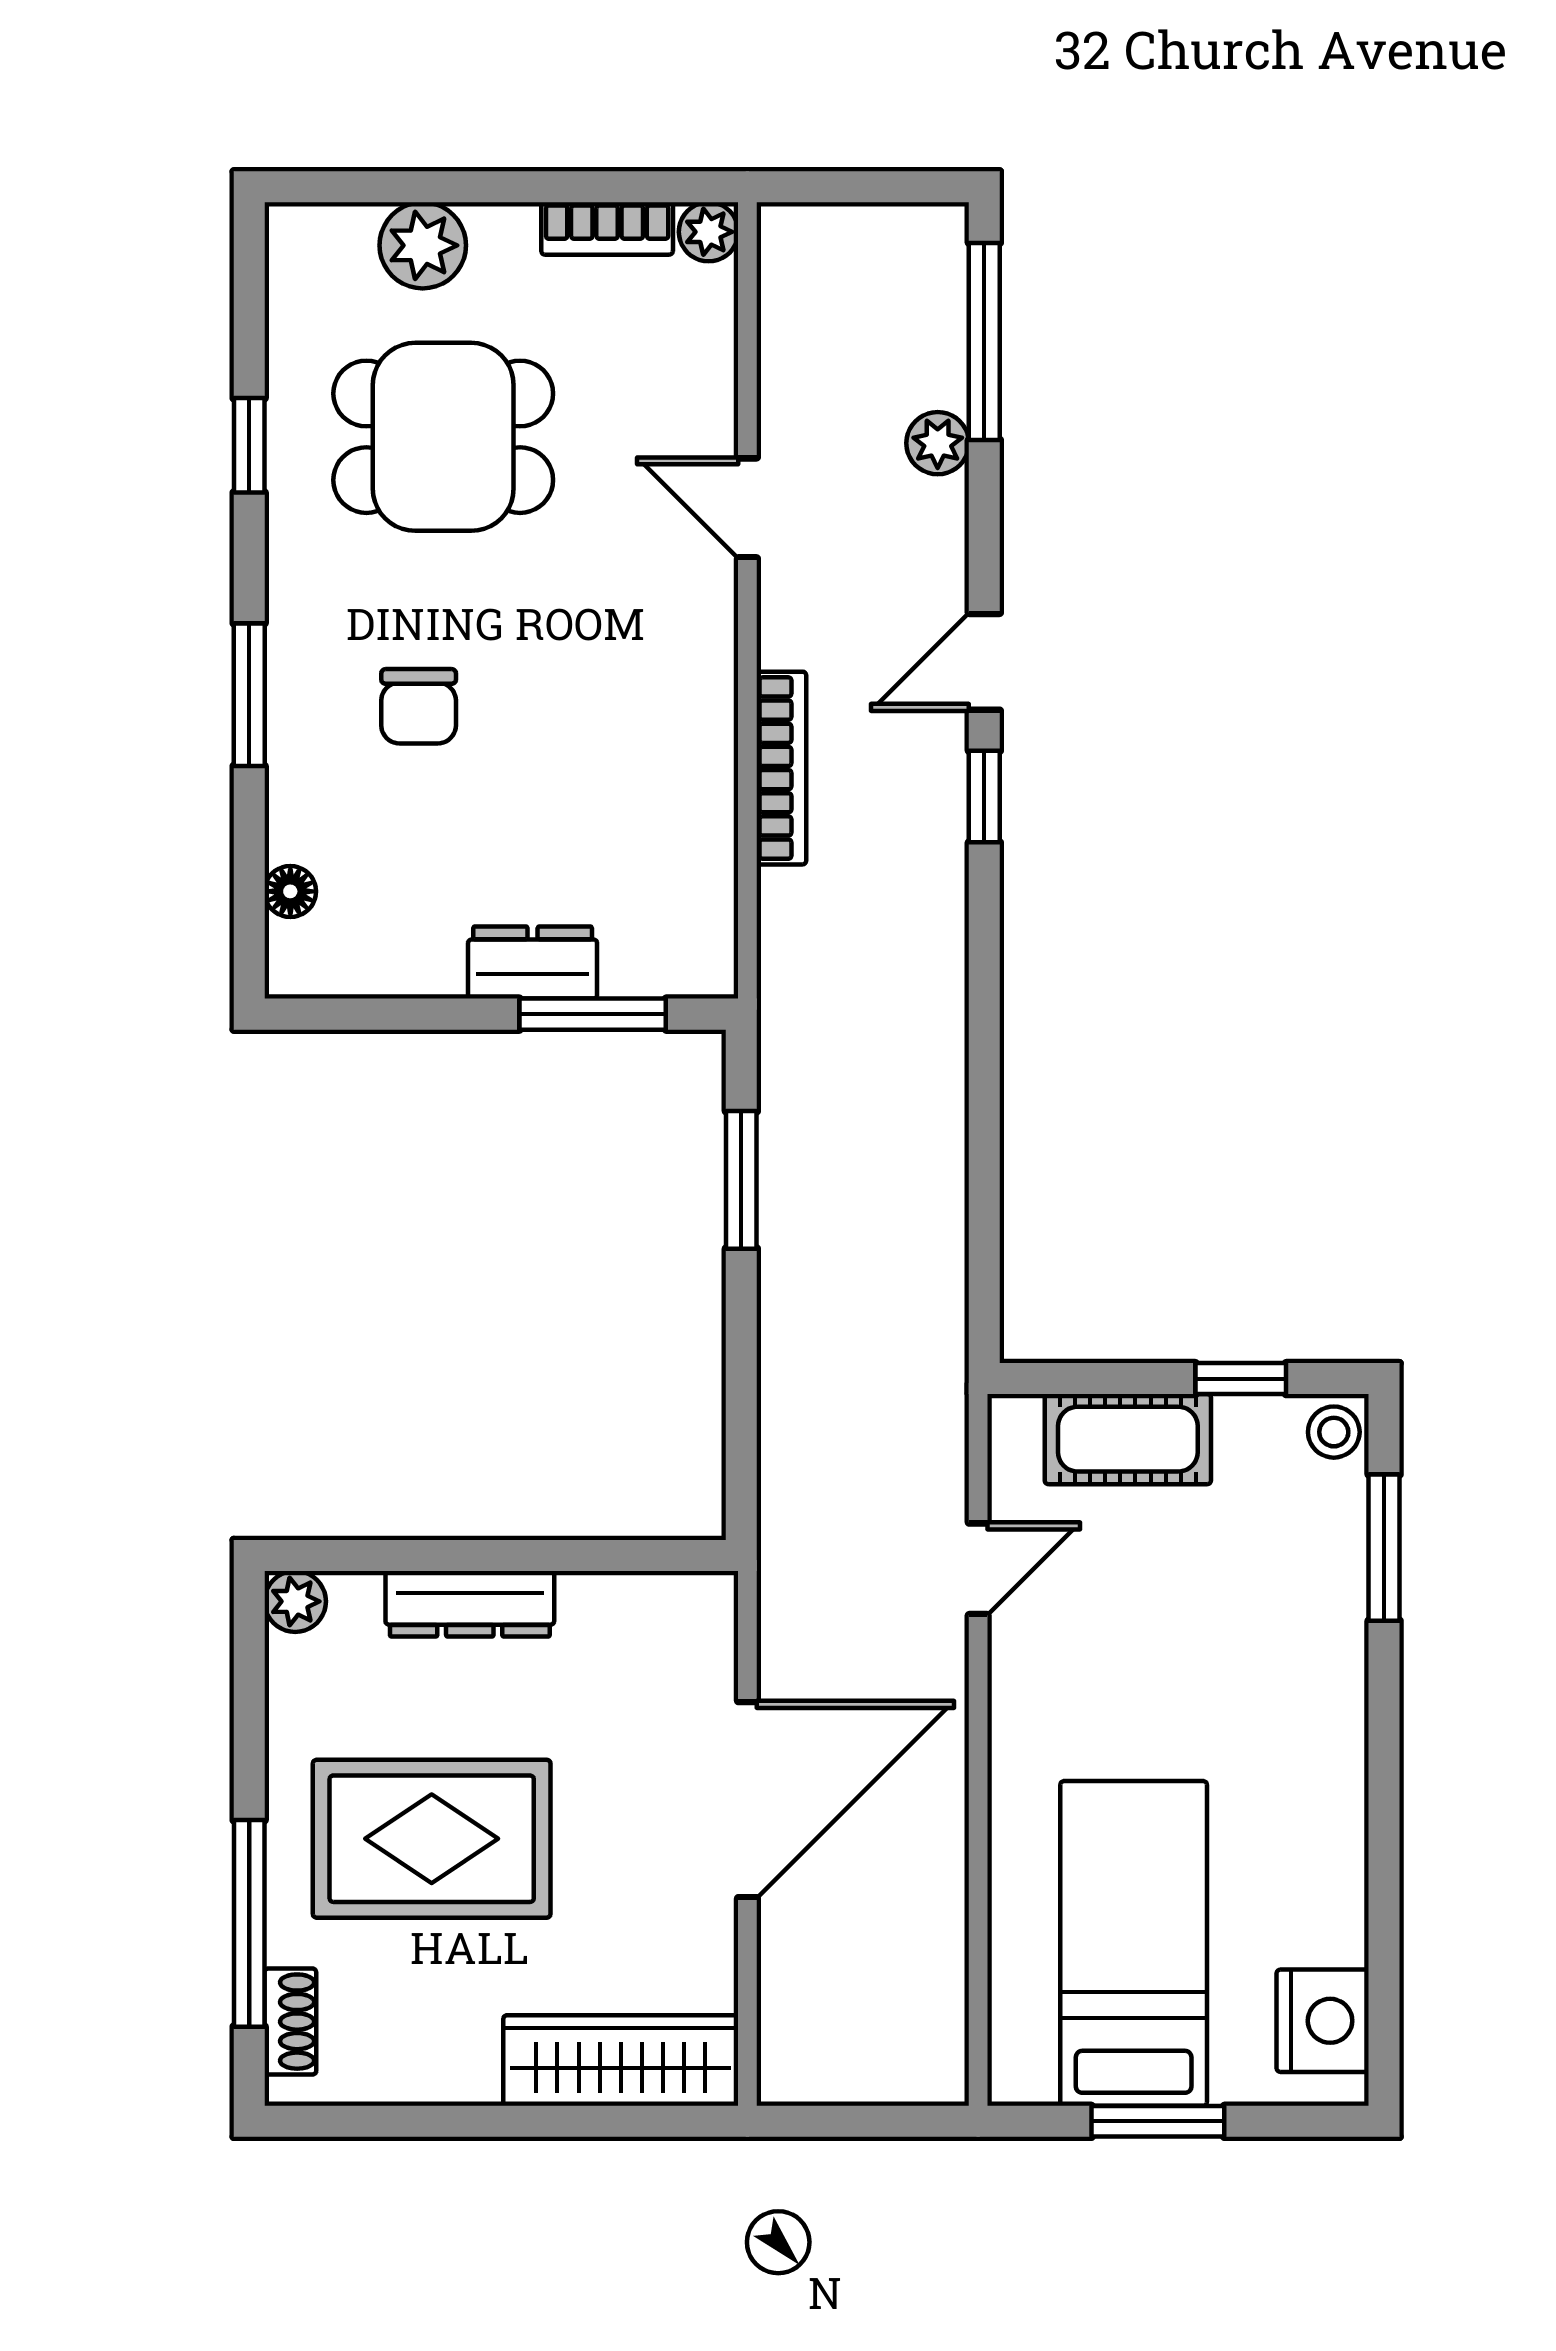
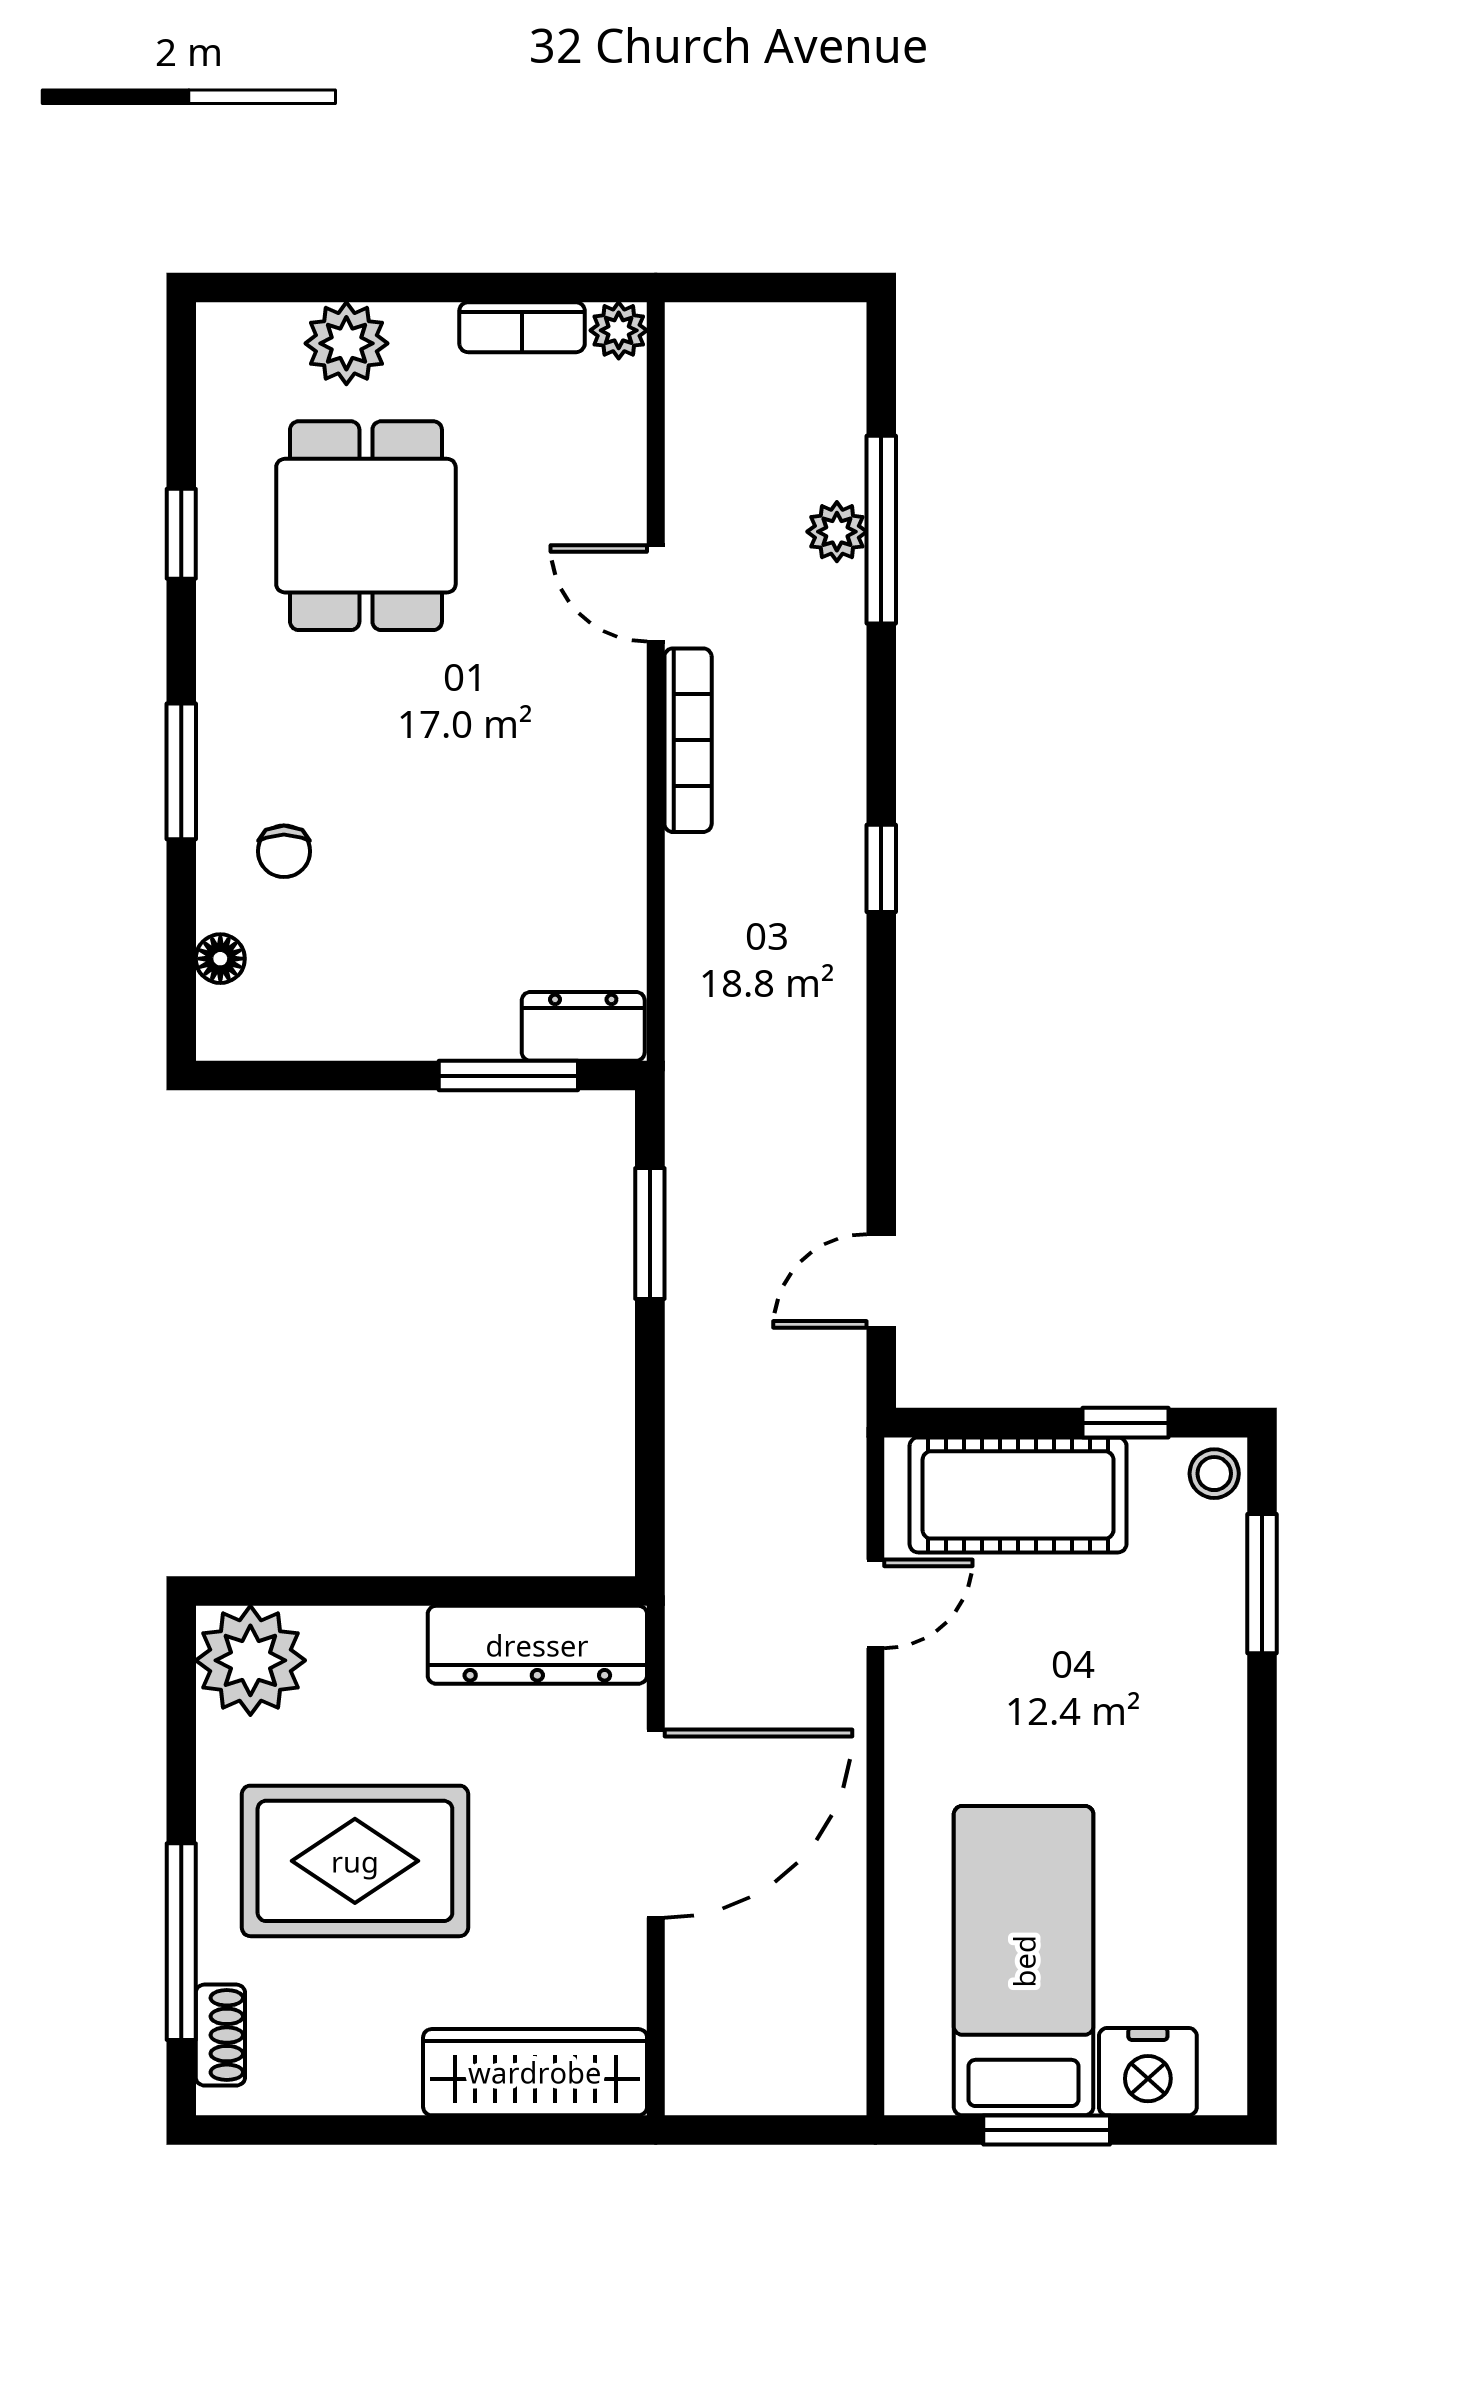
window: (984, 341) -> (881, 530), moved
dining table: (443, 437) -> (366, 526), turned 90
door: (984, 662) -> (881, 1281), moved
chair: (419, 706) -> (284, 851), moved, width x0.73, depth x0.73
bookcase: (781, 768) -> (688, 740), moved
dresser: (533, 963) -> (583, 1026), moved
cot: (1128, 1439) -> (1018, 1495), width x1.37, depth x1.34
plant: (295, 1601) -> (250, 1660), width x1.87, depth x1.87
dresser: (470, 1604) -> (537, 1645), moved, width x1.37, depth x1.24
nightstand: (1323, 2021) -> (1148, 2072), moved, turned 90

